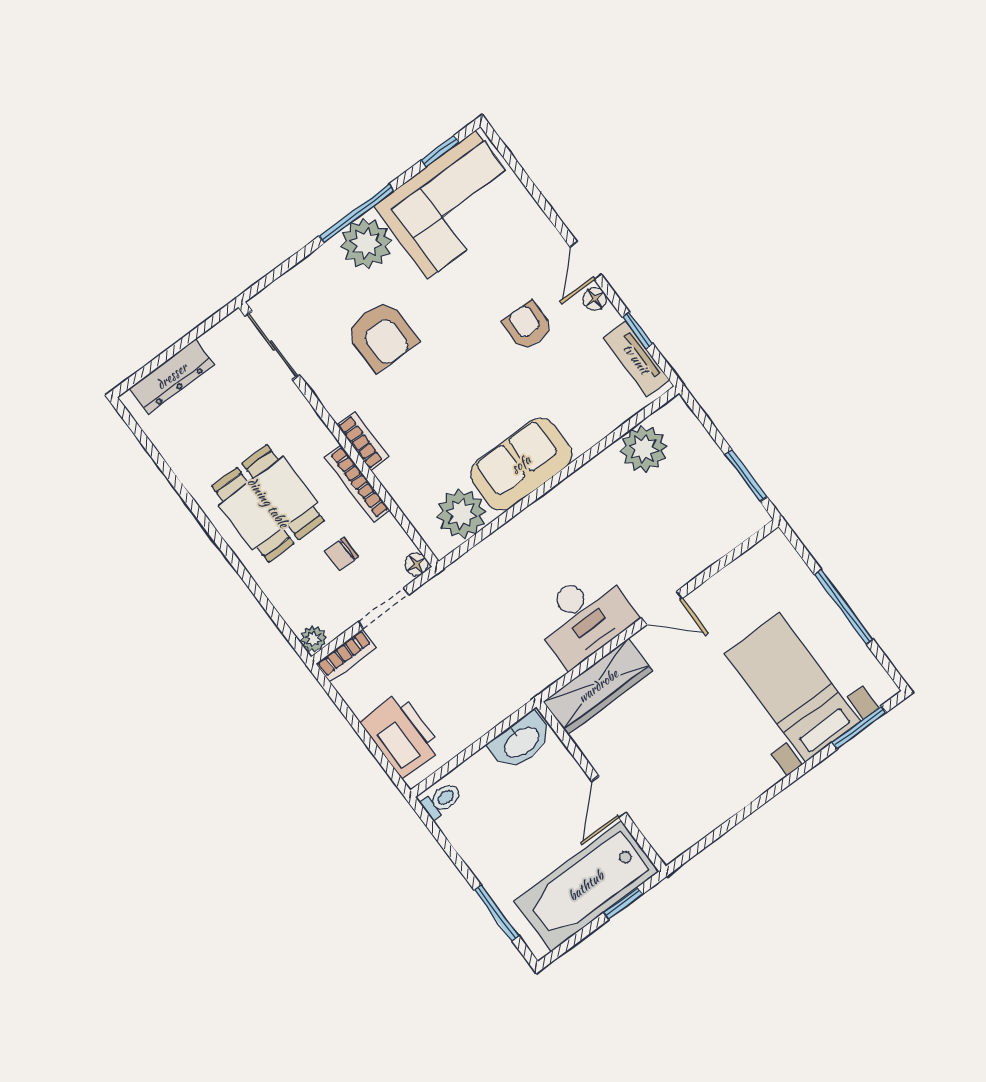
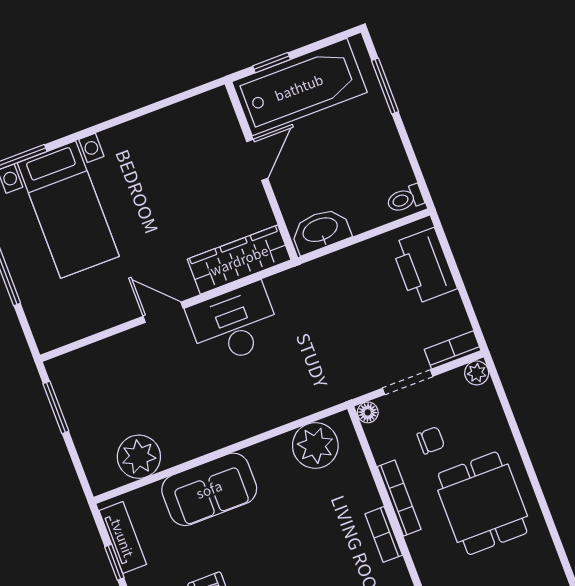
sofa: (521, 464) -> (209, 489), moved

